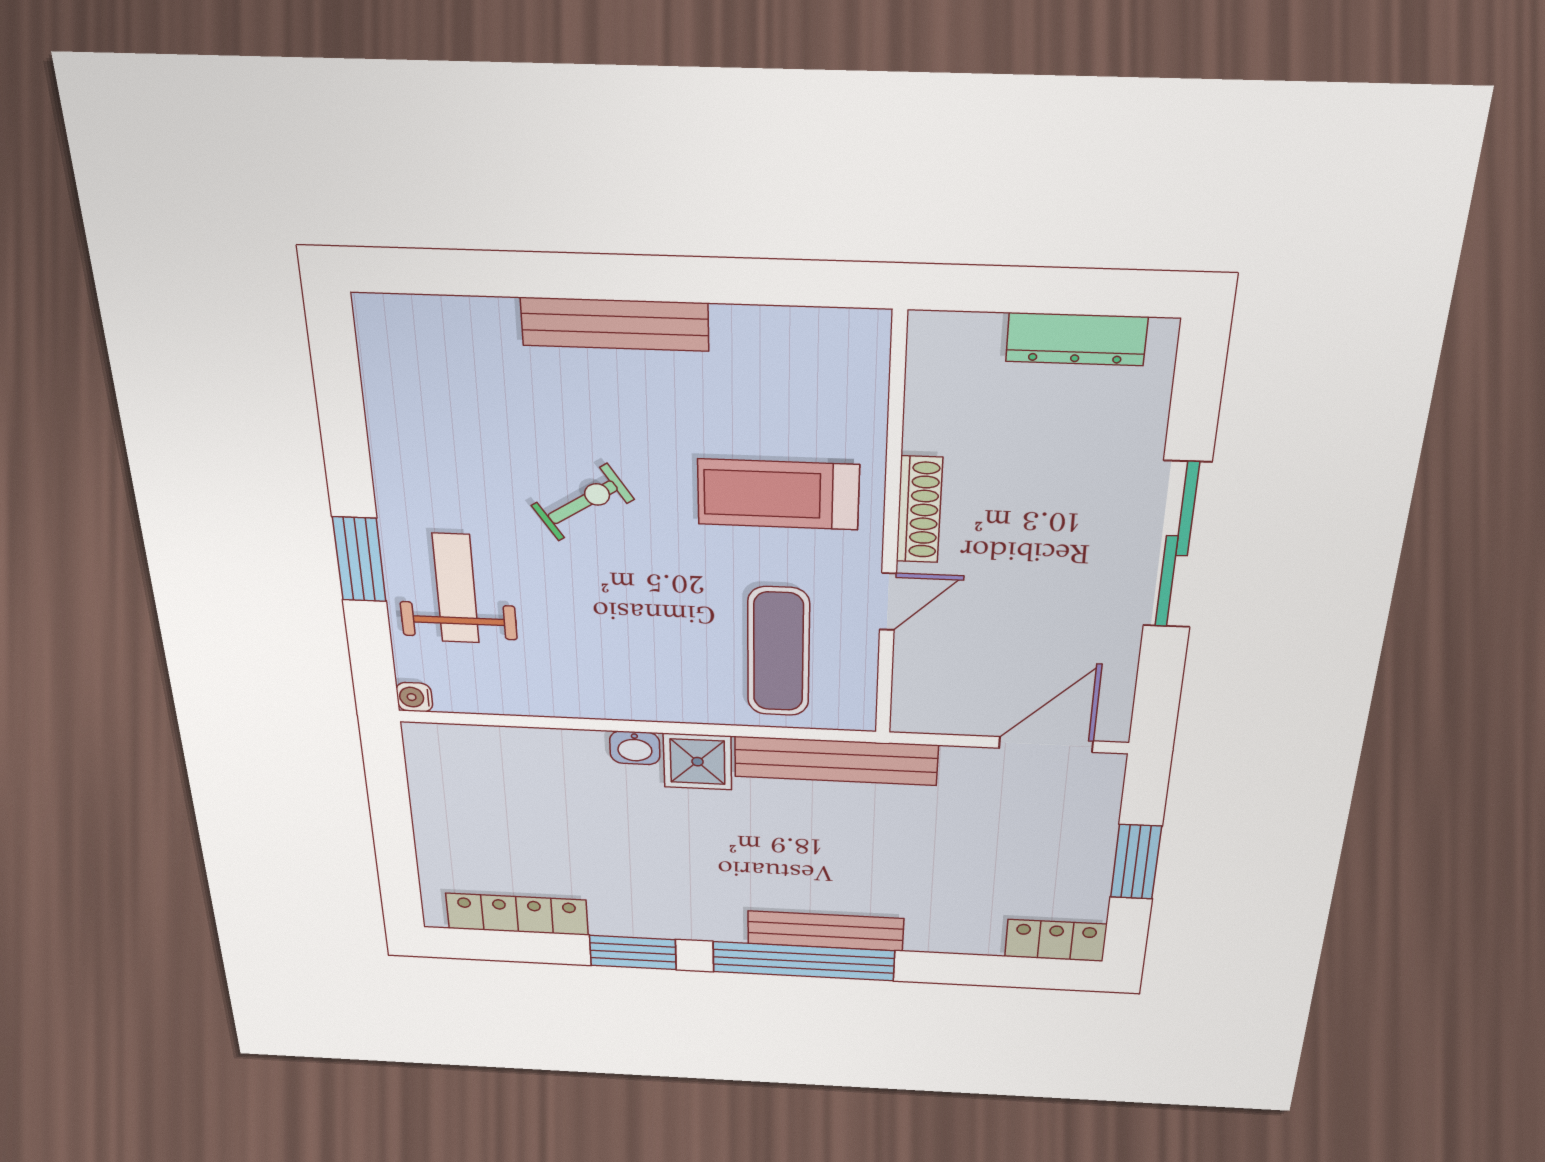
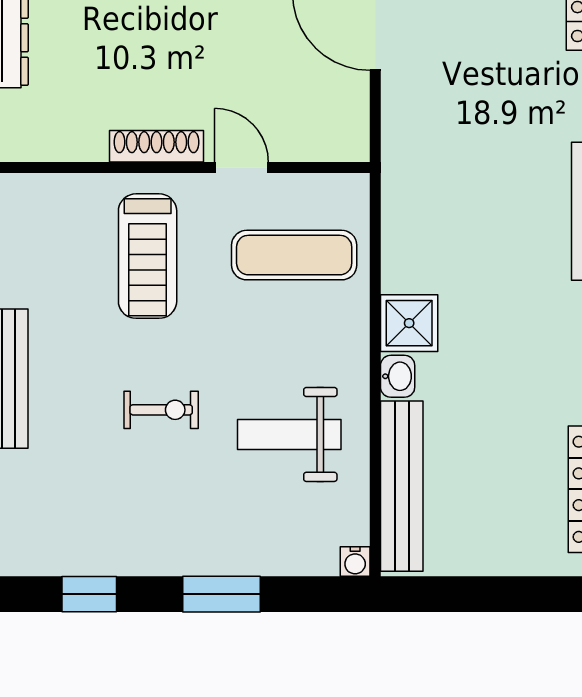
window: (341, 412) -> (89, 594), added
exercise bike: (583, 502) -> (161, 410), turned 123
weight bench: (456, 588) -> (289, 434), moved
bench: (836, 761) -> (402, 486), moved

